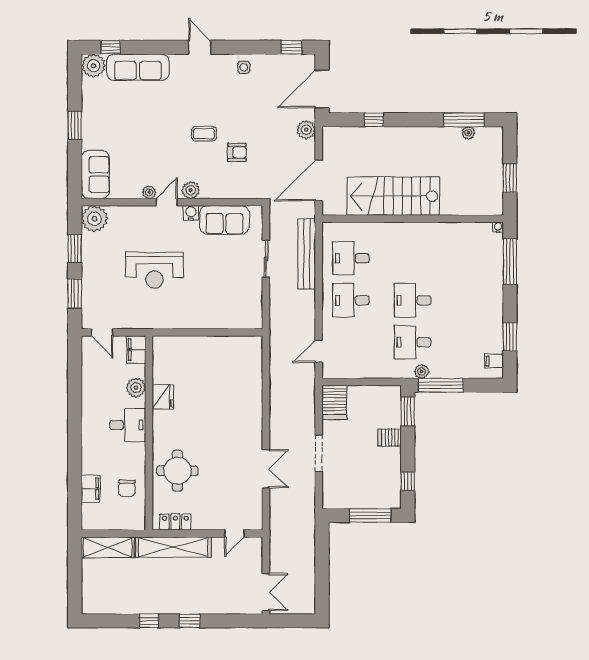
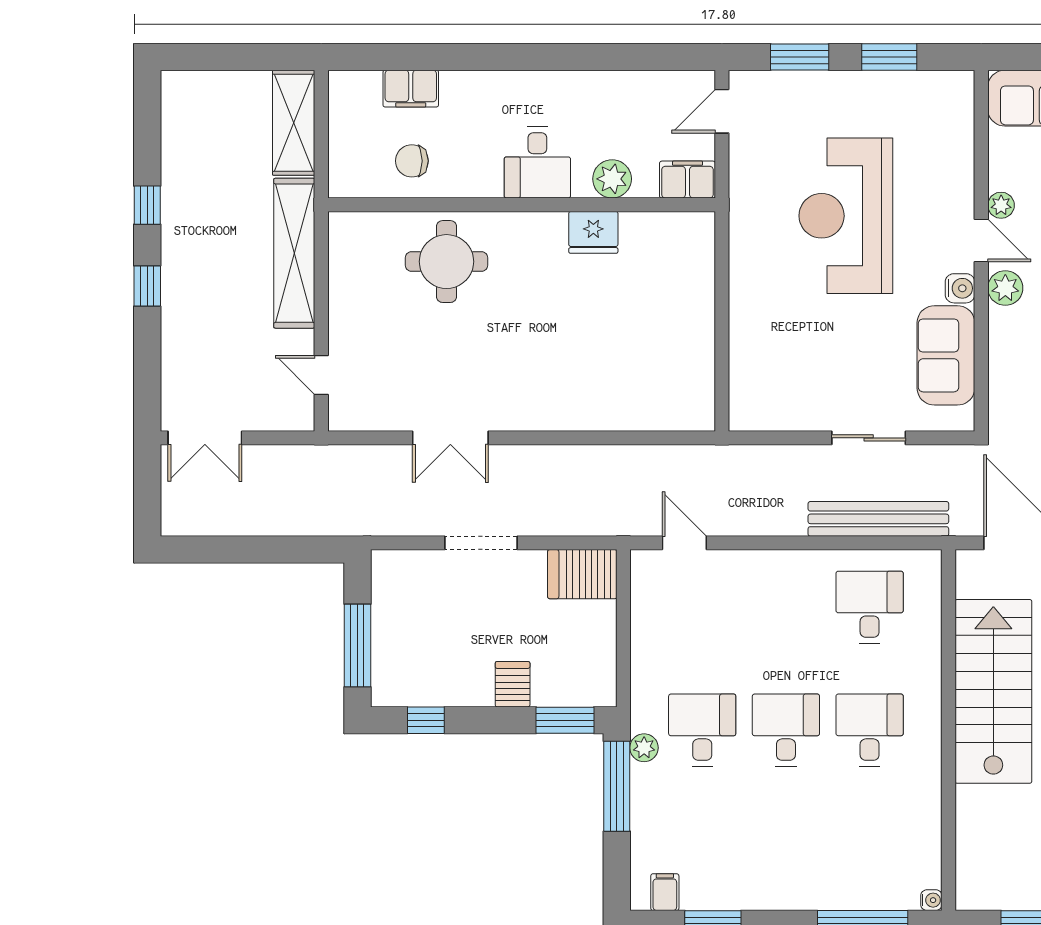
plant: (94, 219) -> (948, 96), removed
reception desk: (154, 270) -> (846, 216), width x1.36, depth x1.30
desk: (351, 300) -> (870, 730), moved
locker: (175, 522) -> (344, 257), removed

